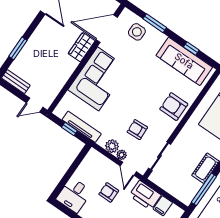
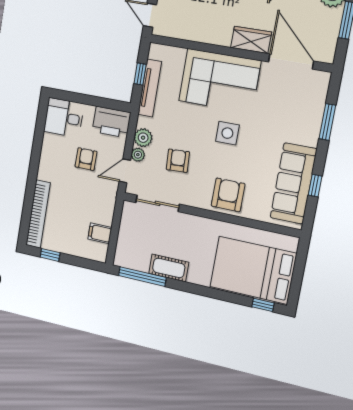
side table: (137, 32) -> (227, 133), moved
printer: (145, 195) -> (111, 122), moved, turned -90

